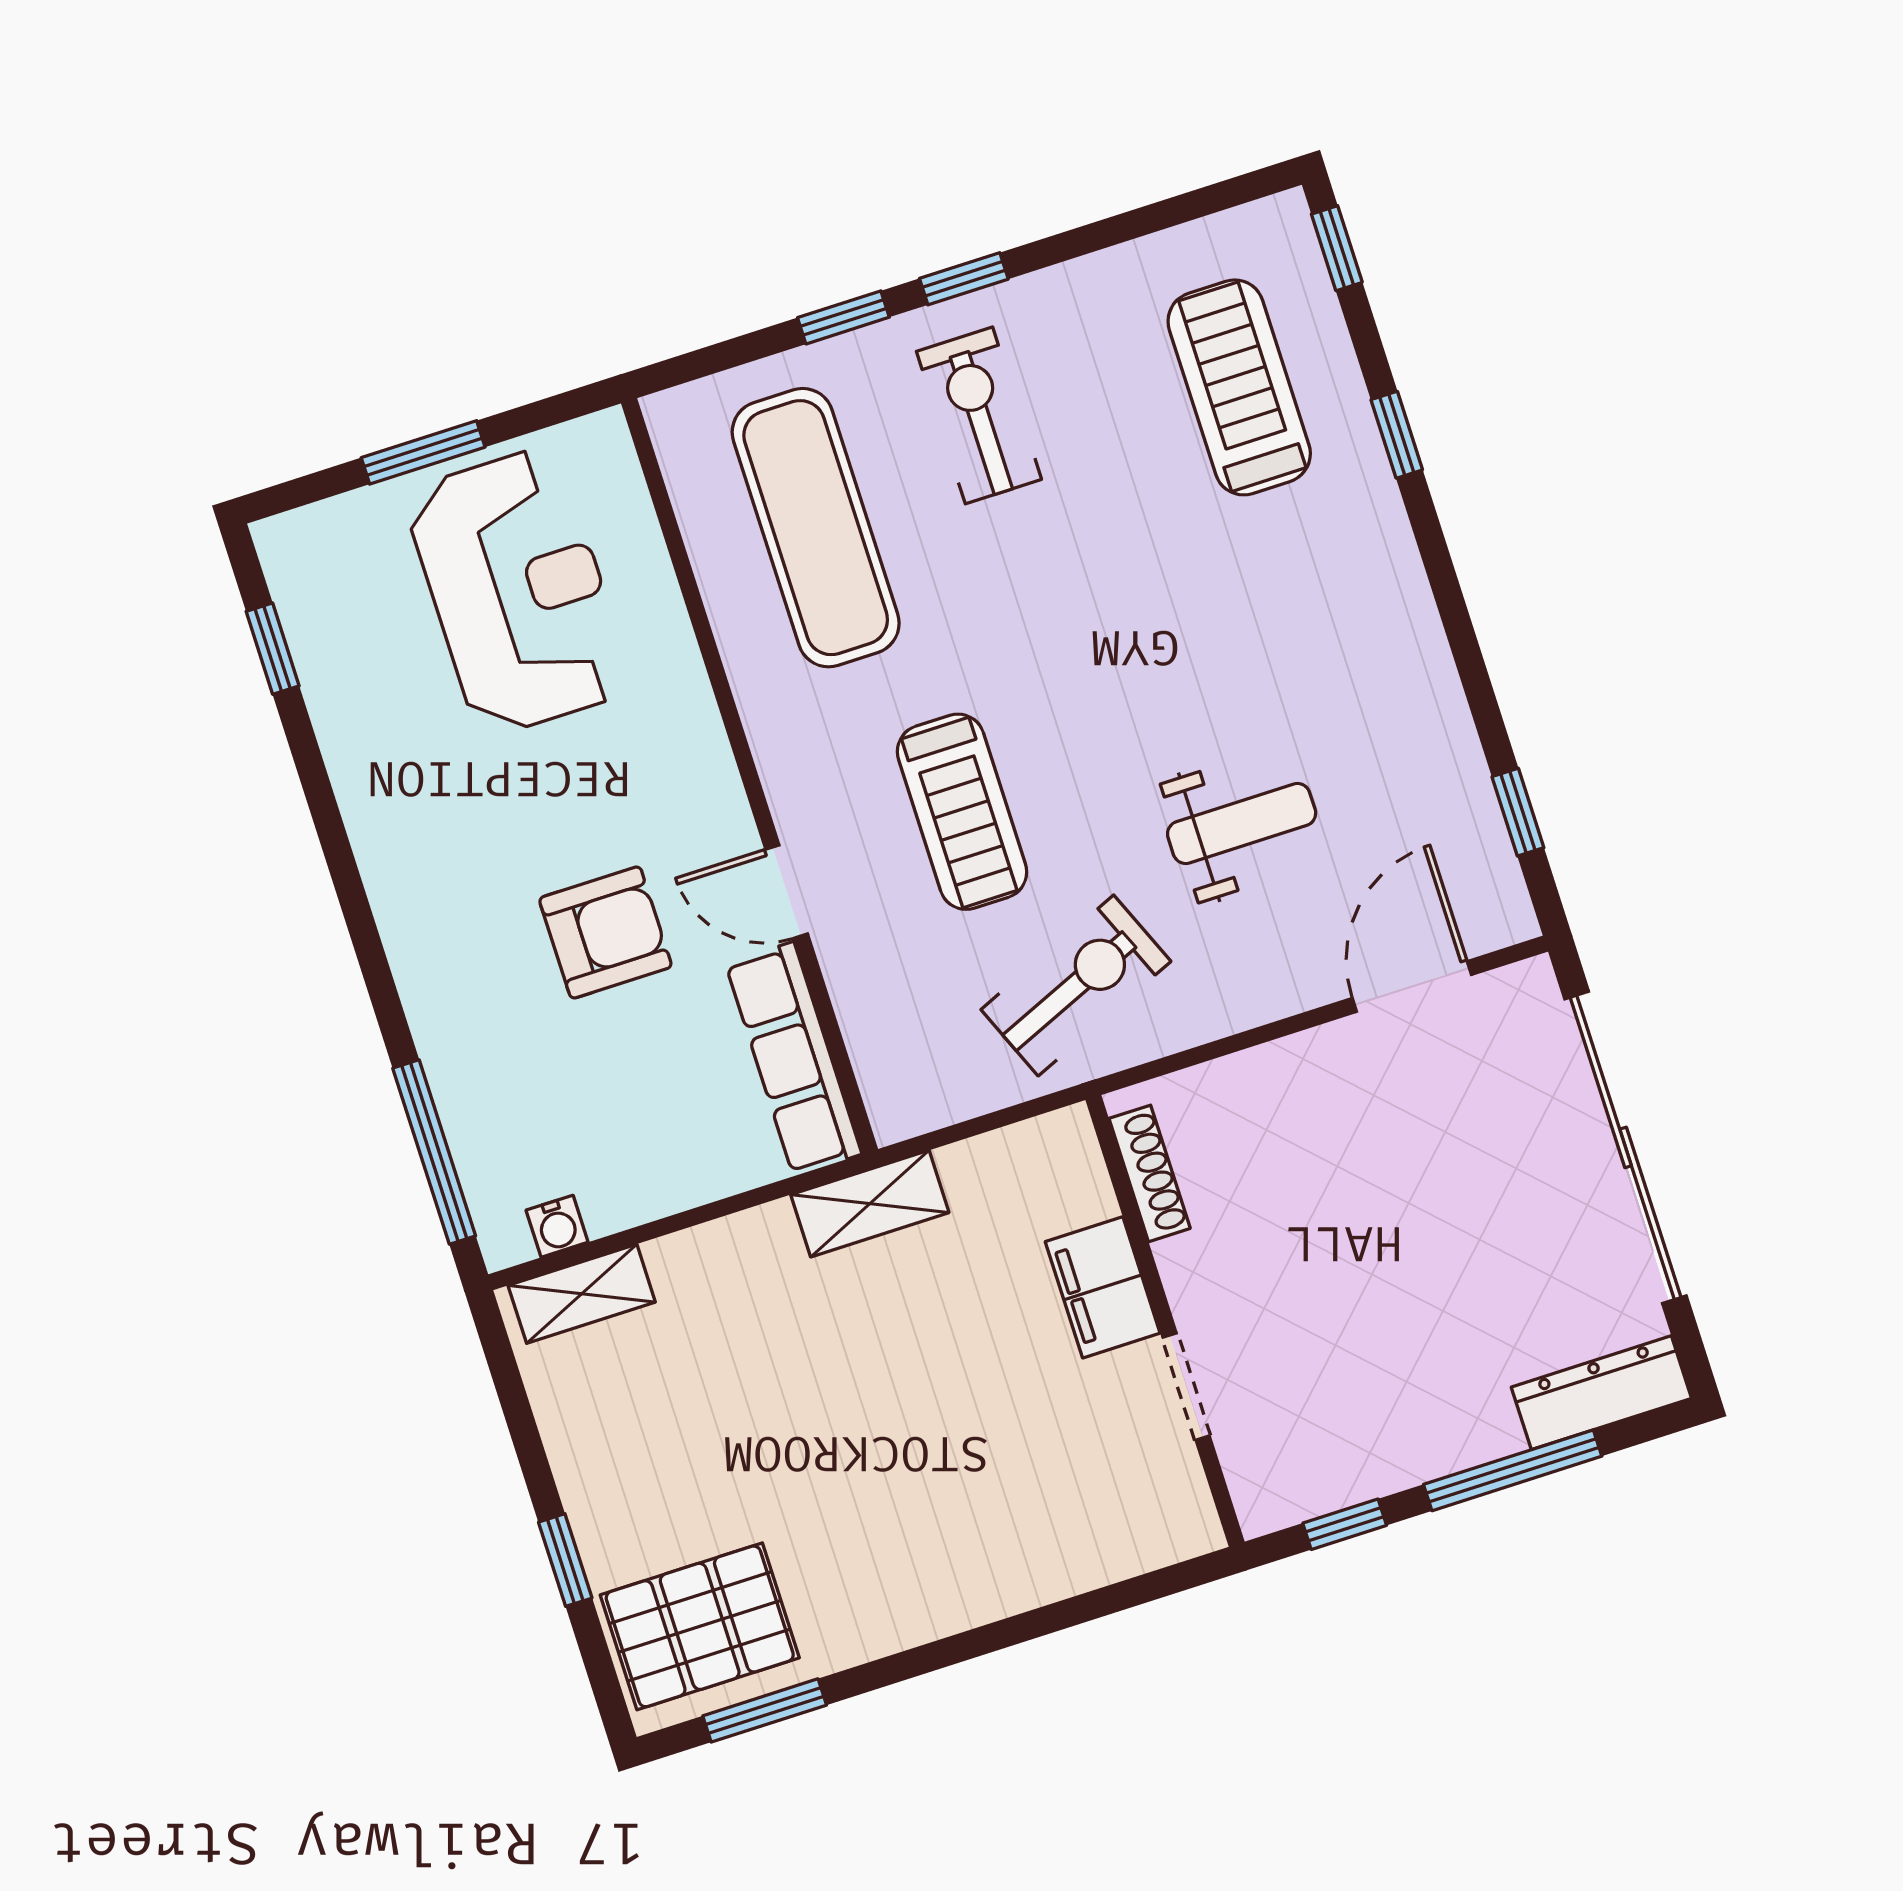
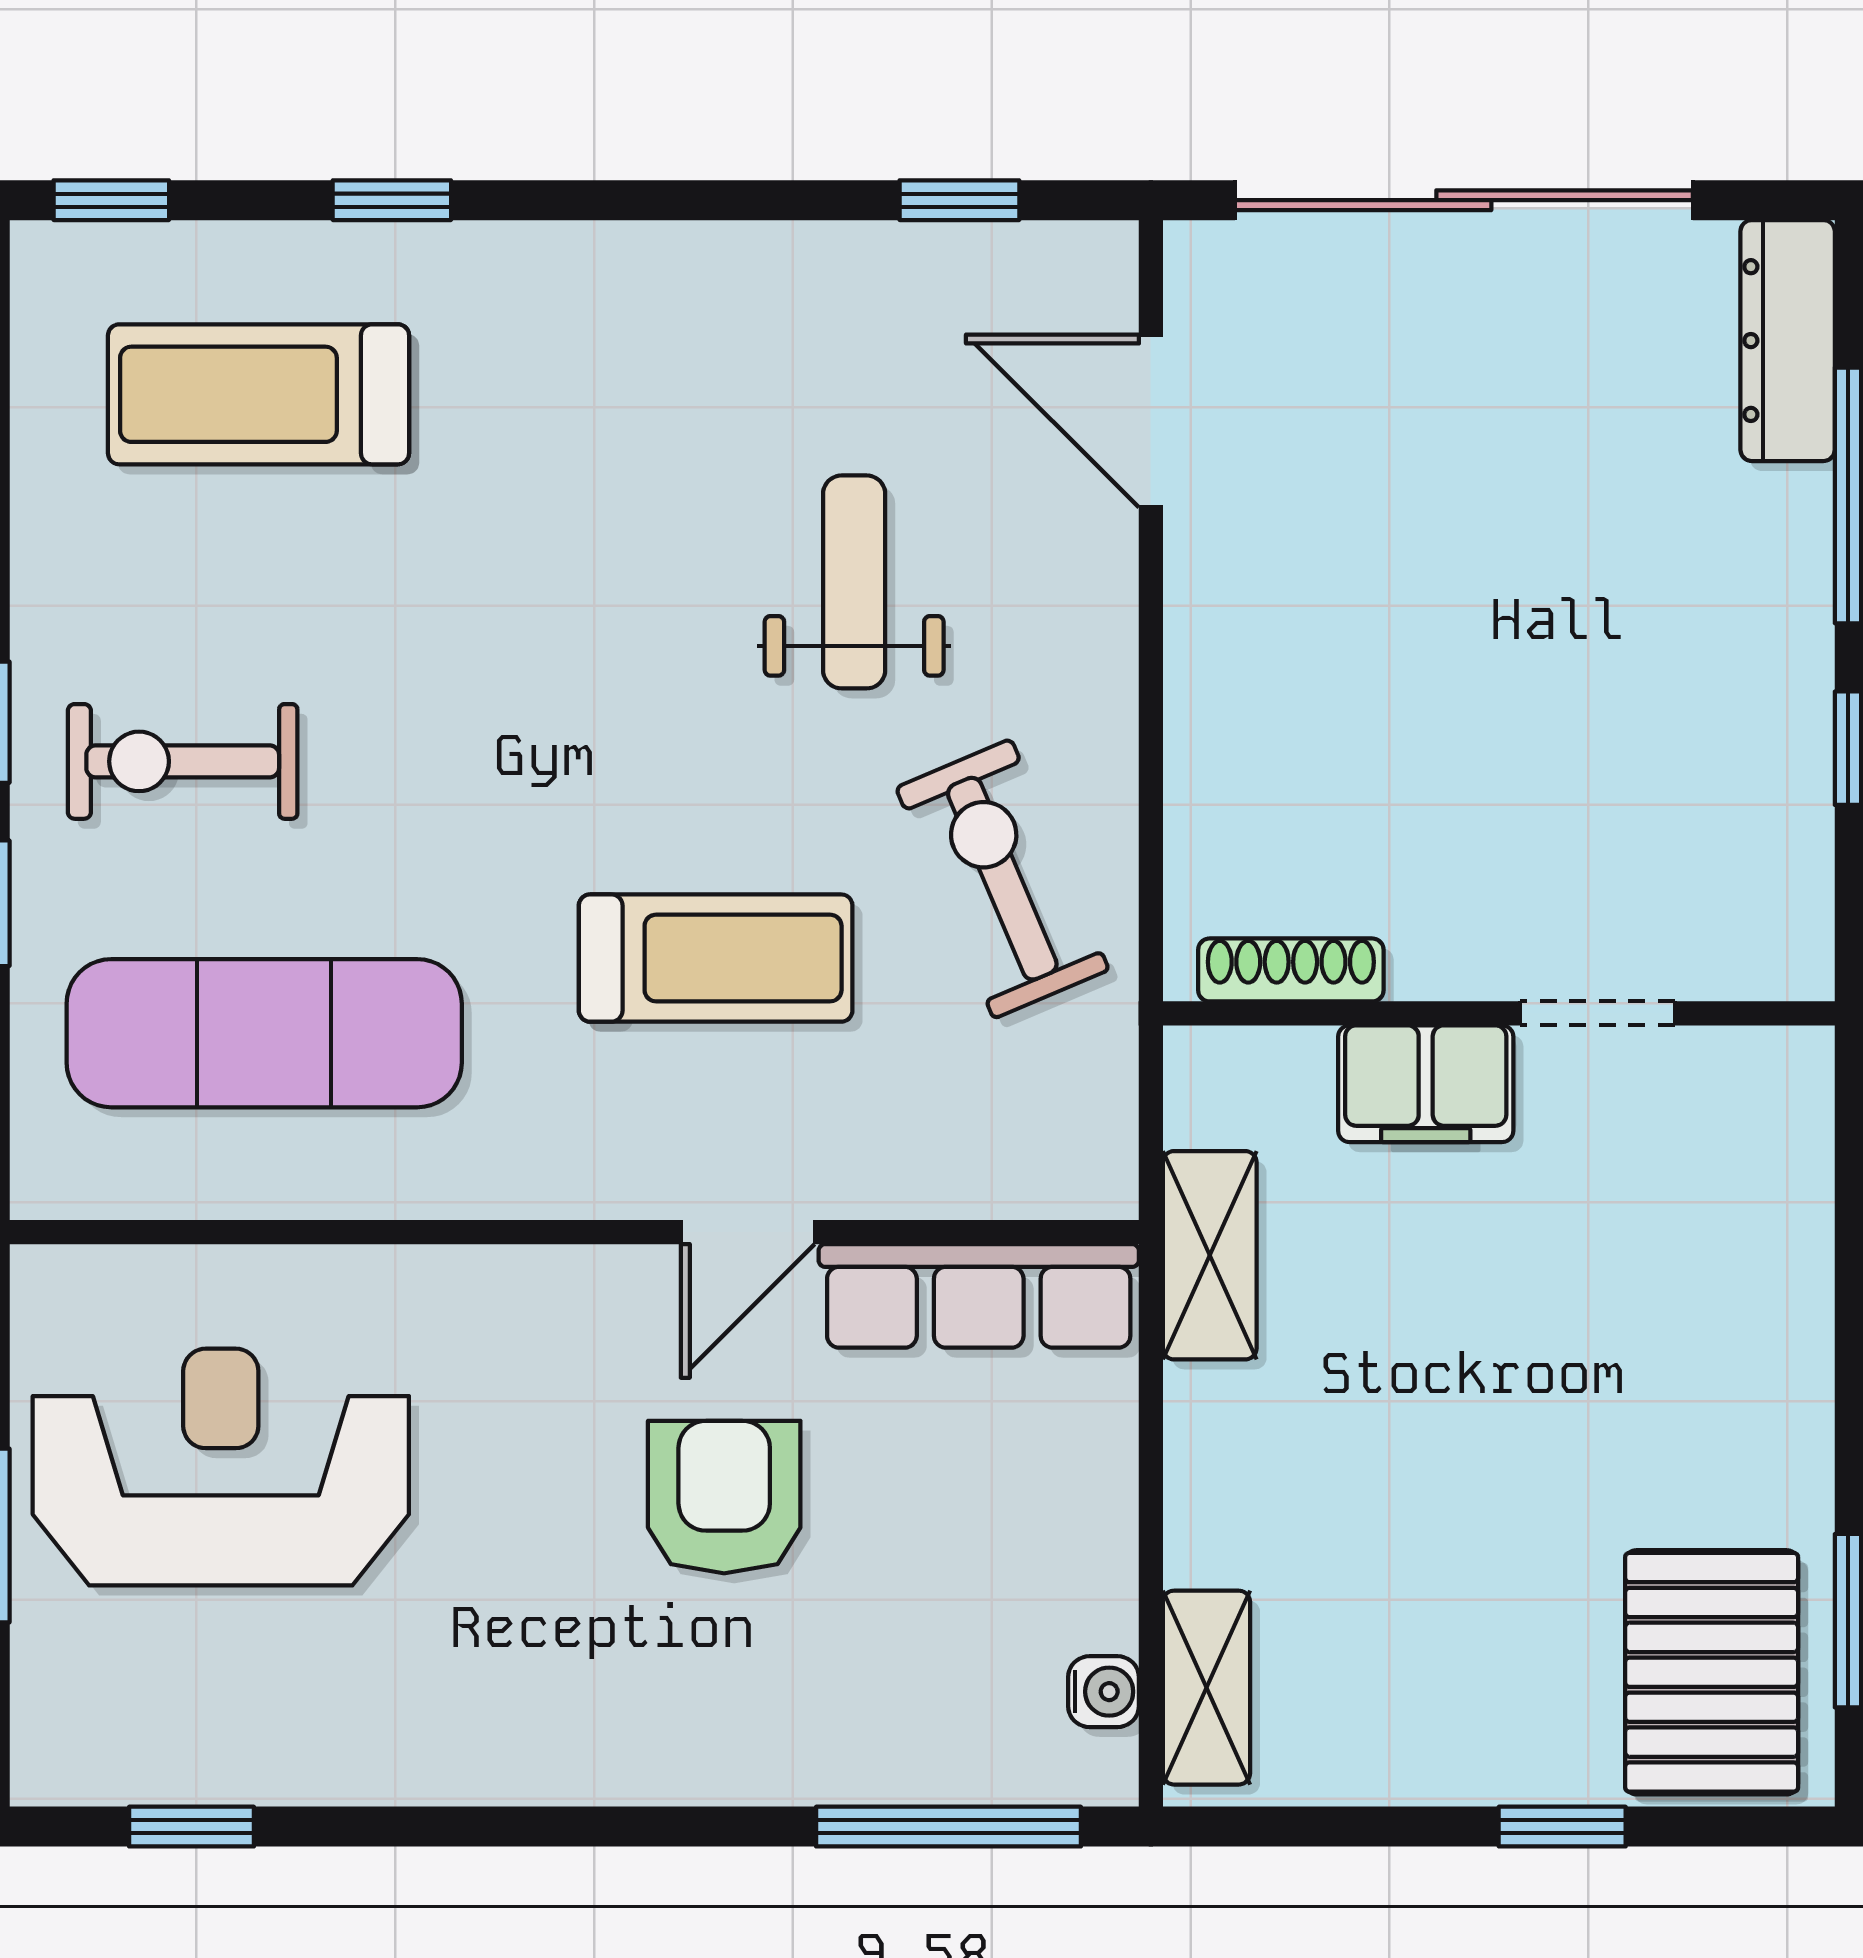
shoe rack: (1150, 1173) -> (1291, 970), moved
filing cabinet: (1103, 1287) -> (1426, 1084), moved
wall: (1165, 1321) -> (1499, 1013), moved
doorway: (1186, 1387) -> (1597, 1013), moved

